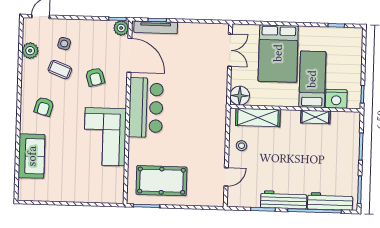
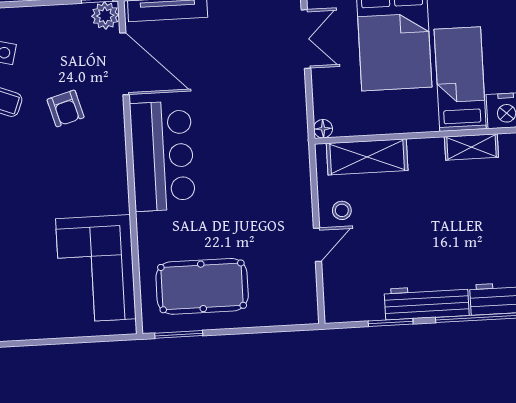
floor lamp: (240, 96) -> (323, 129), width x0.53, depth x0.53
corner sofa: (105, 137) -> (96, 269), moved
door: (226, 177) -> (317, 245), moved

